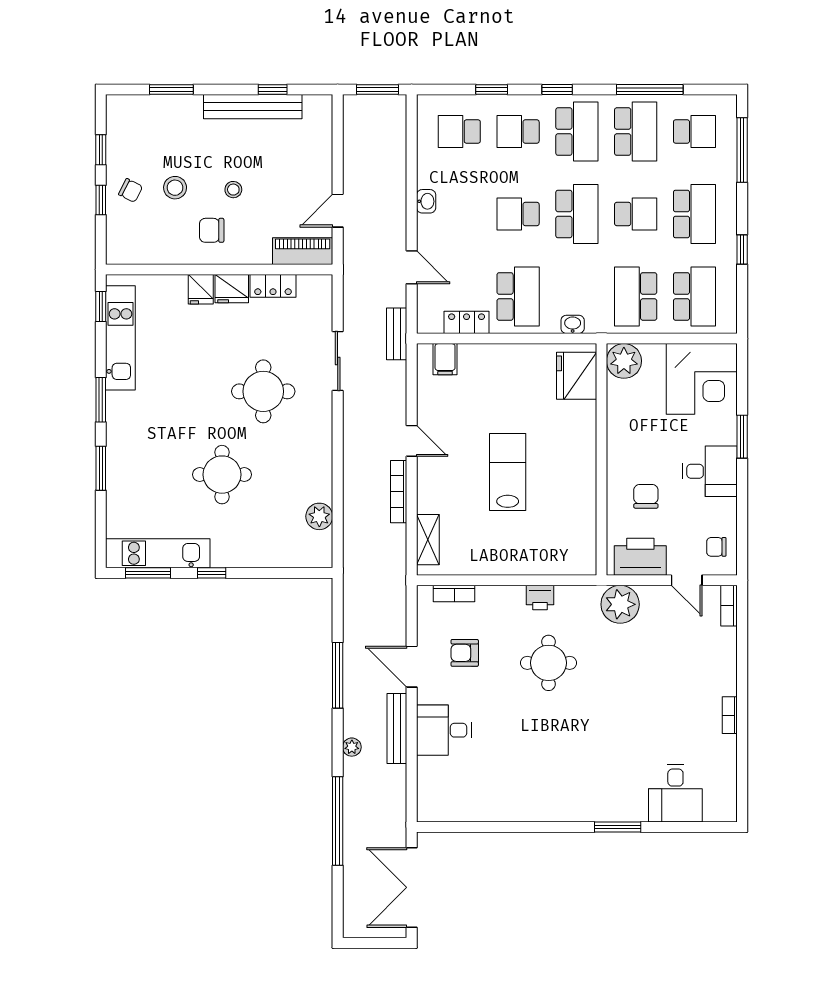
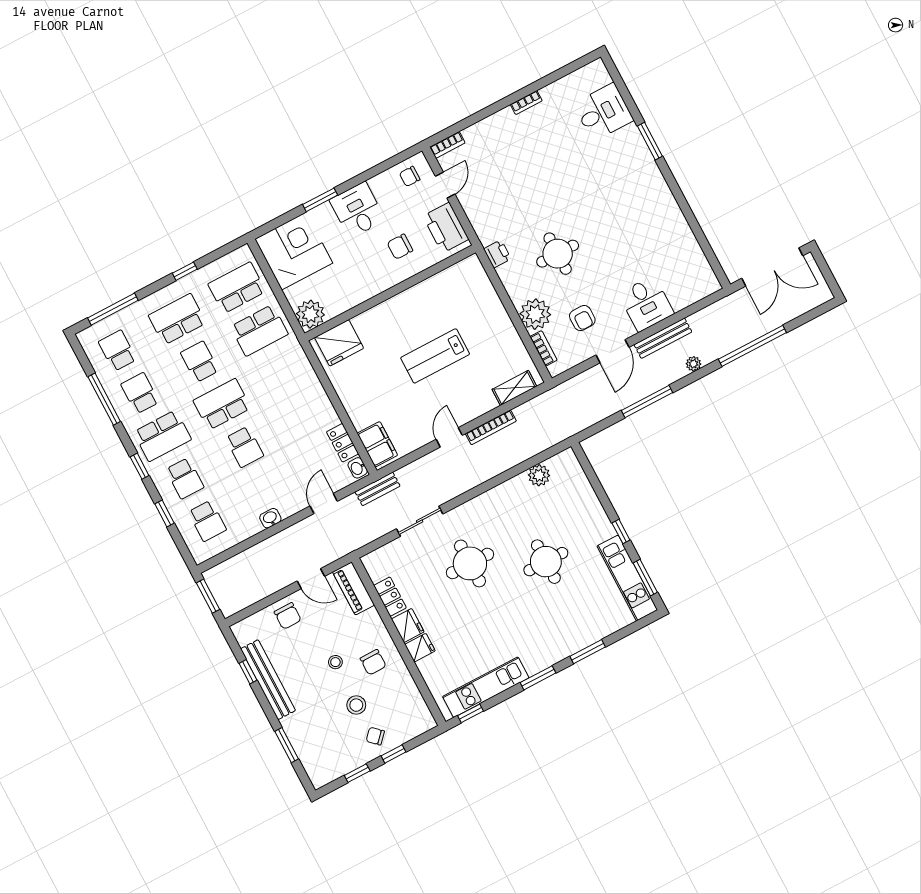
school desk: (577, 132) -> (162, 436), turned 180
school desk: (636, 132) -> (140, 393), width x0.54
chair: (311, 164) -> (288, 616), added
chair: (131, 190) -> (375, 736), turned -74
school desk: (518, 296) -> (304, 415), removed
washbasin: (573, 324) -> (358, 468), moved
filing cabinet: (445, 359) -> (377, 444), width x2.00
chair: (716, 547) -> (410, 176), turned 90
printer: (540, 598) -> (497, 254), moved
plant: (620, 604) -> (535, 314), moved

